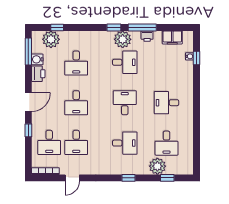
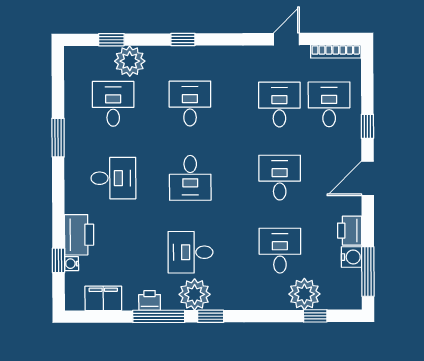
plant: (51, 39) -> (304, 294), moved
printer: (185, 72) -> (79, 235), added
window: (197, 125) -> (58, 138), added
desk: (125, 143) -> (190, 104), turned 90

